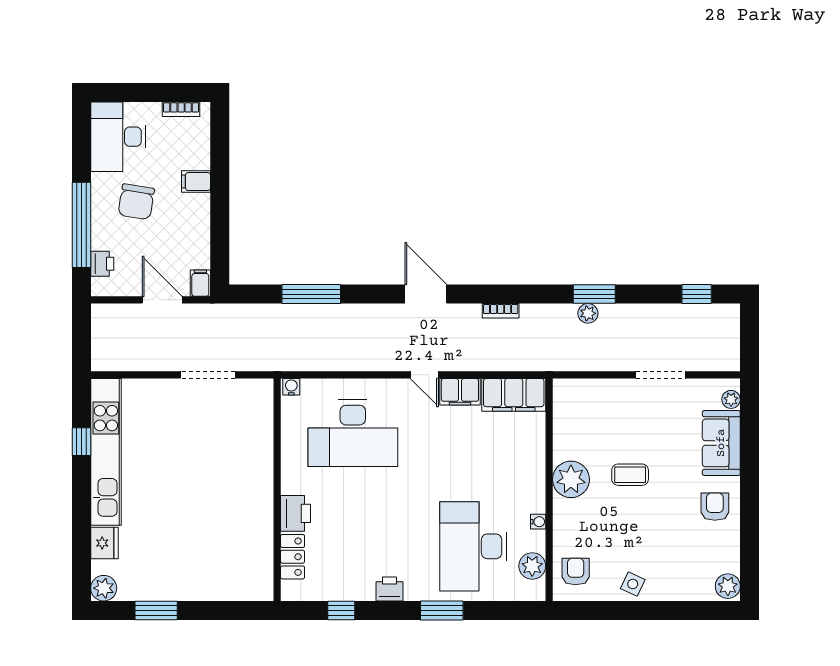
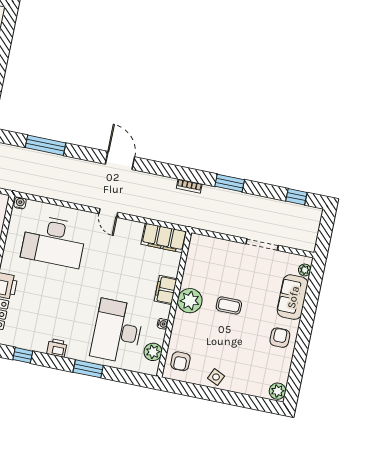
bookcase: (501, 311) -> (189, 186), moved
plant: (588, 313) -> (223, 195), removed
filing cabinet: (460, 392) -> (166, 290), moved, turned 90
armchair: (576, 572) -> (180, 361), turned 180

